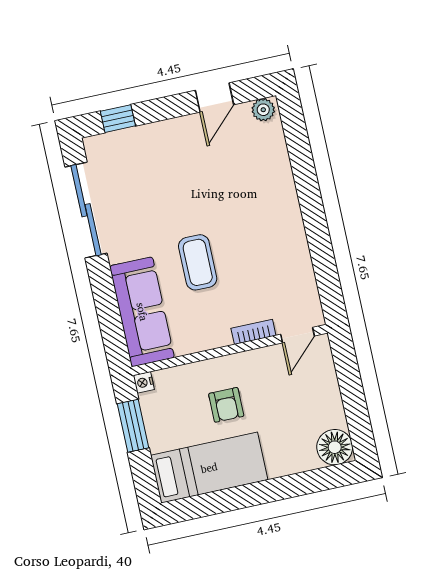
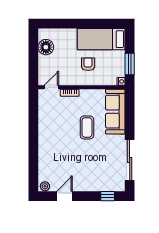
floor lamp: (335, 447) -> (46, 47), moved

